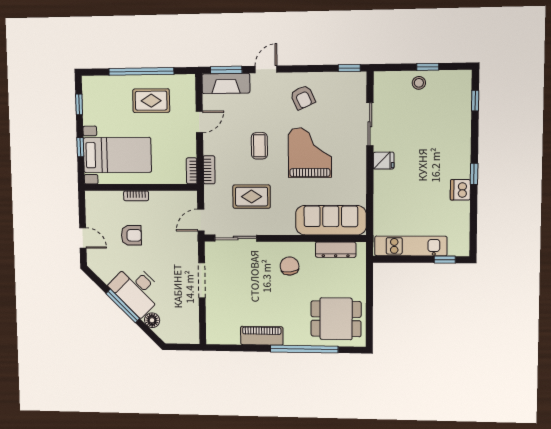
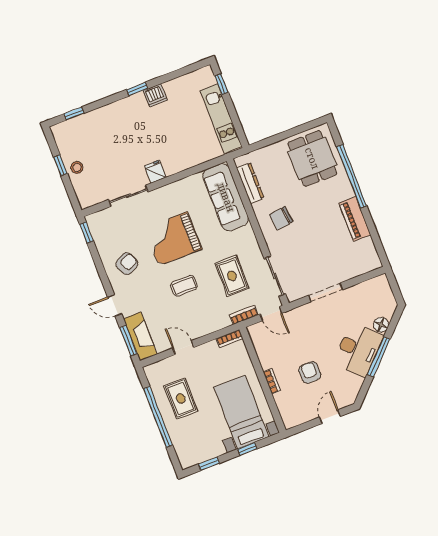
bookcase: (209, 170) -> (244, 315), moved

